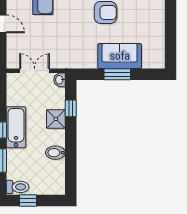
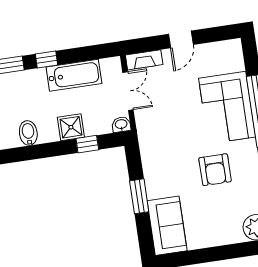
fireplace: (12, 55) -> (144, 60), added
sofa: (120, 56) -> (167, 226), moved
bathtub: (16, 127) -> (74, 75), moved

